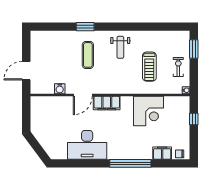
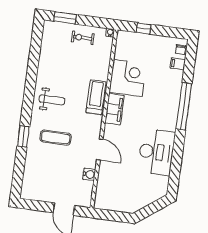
treadmill: (149, 67) -> (96, 97), moved, turned -90
filing cabinet: (107, 103) -> (114, 109), moved
filing cabinet: (162, 153) -> (178, 64), width x0.50

